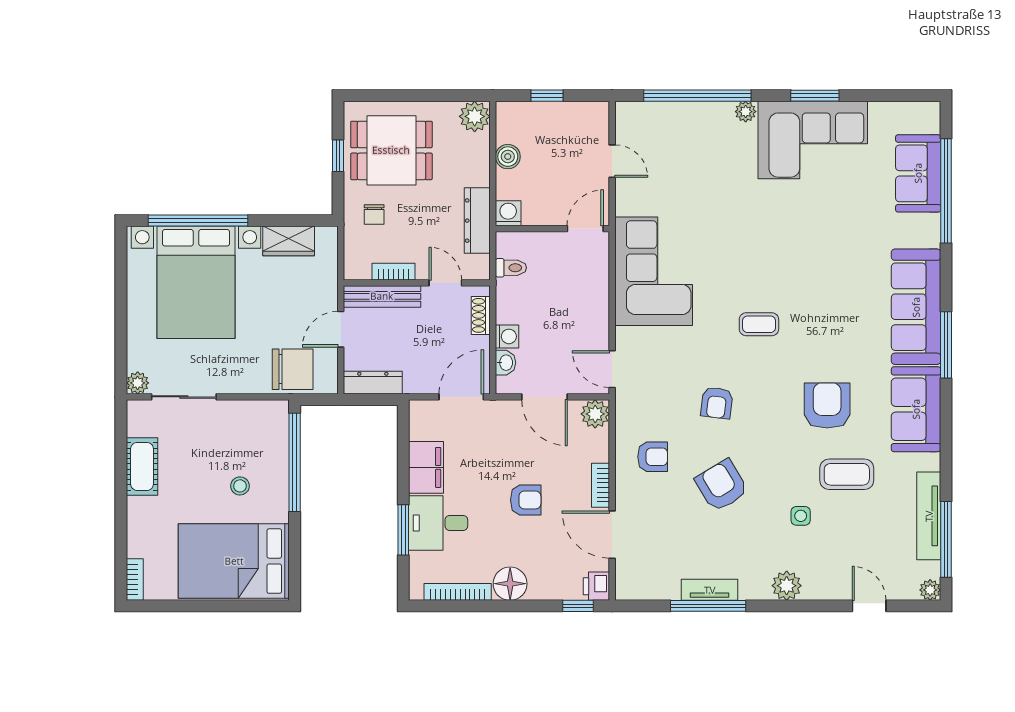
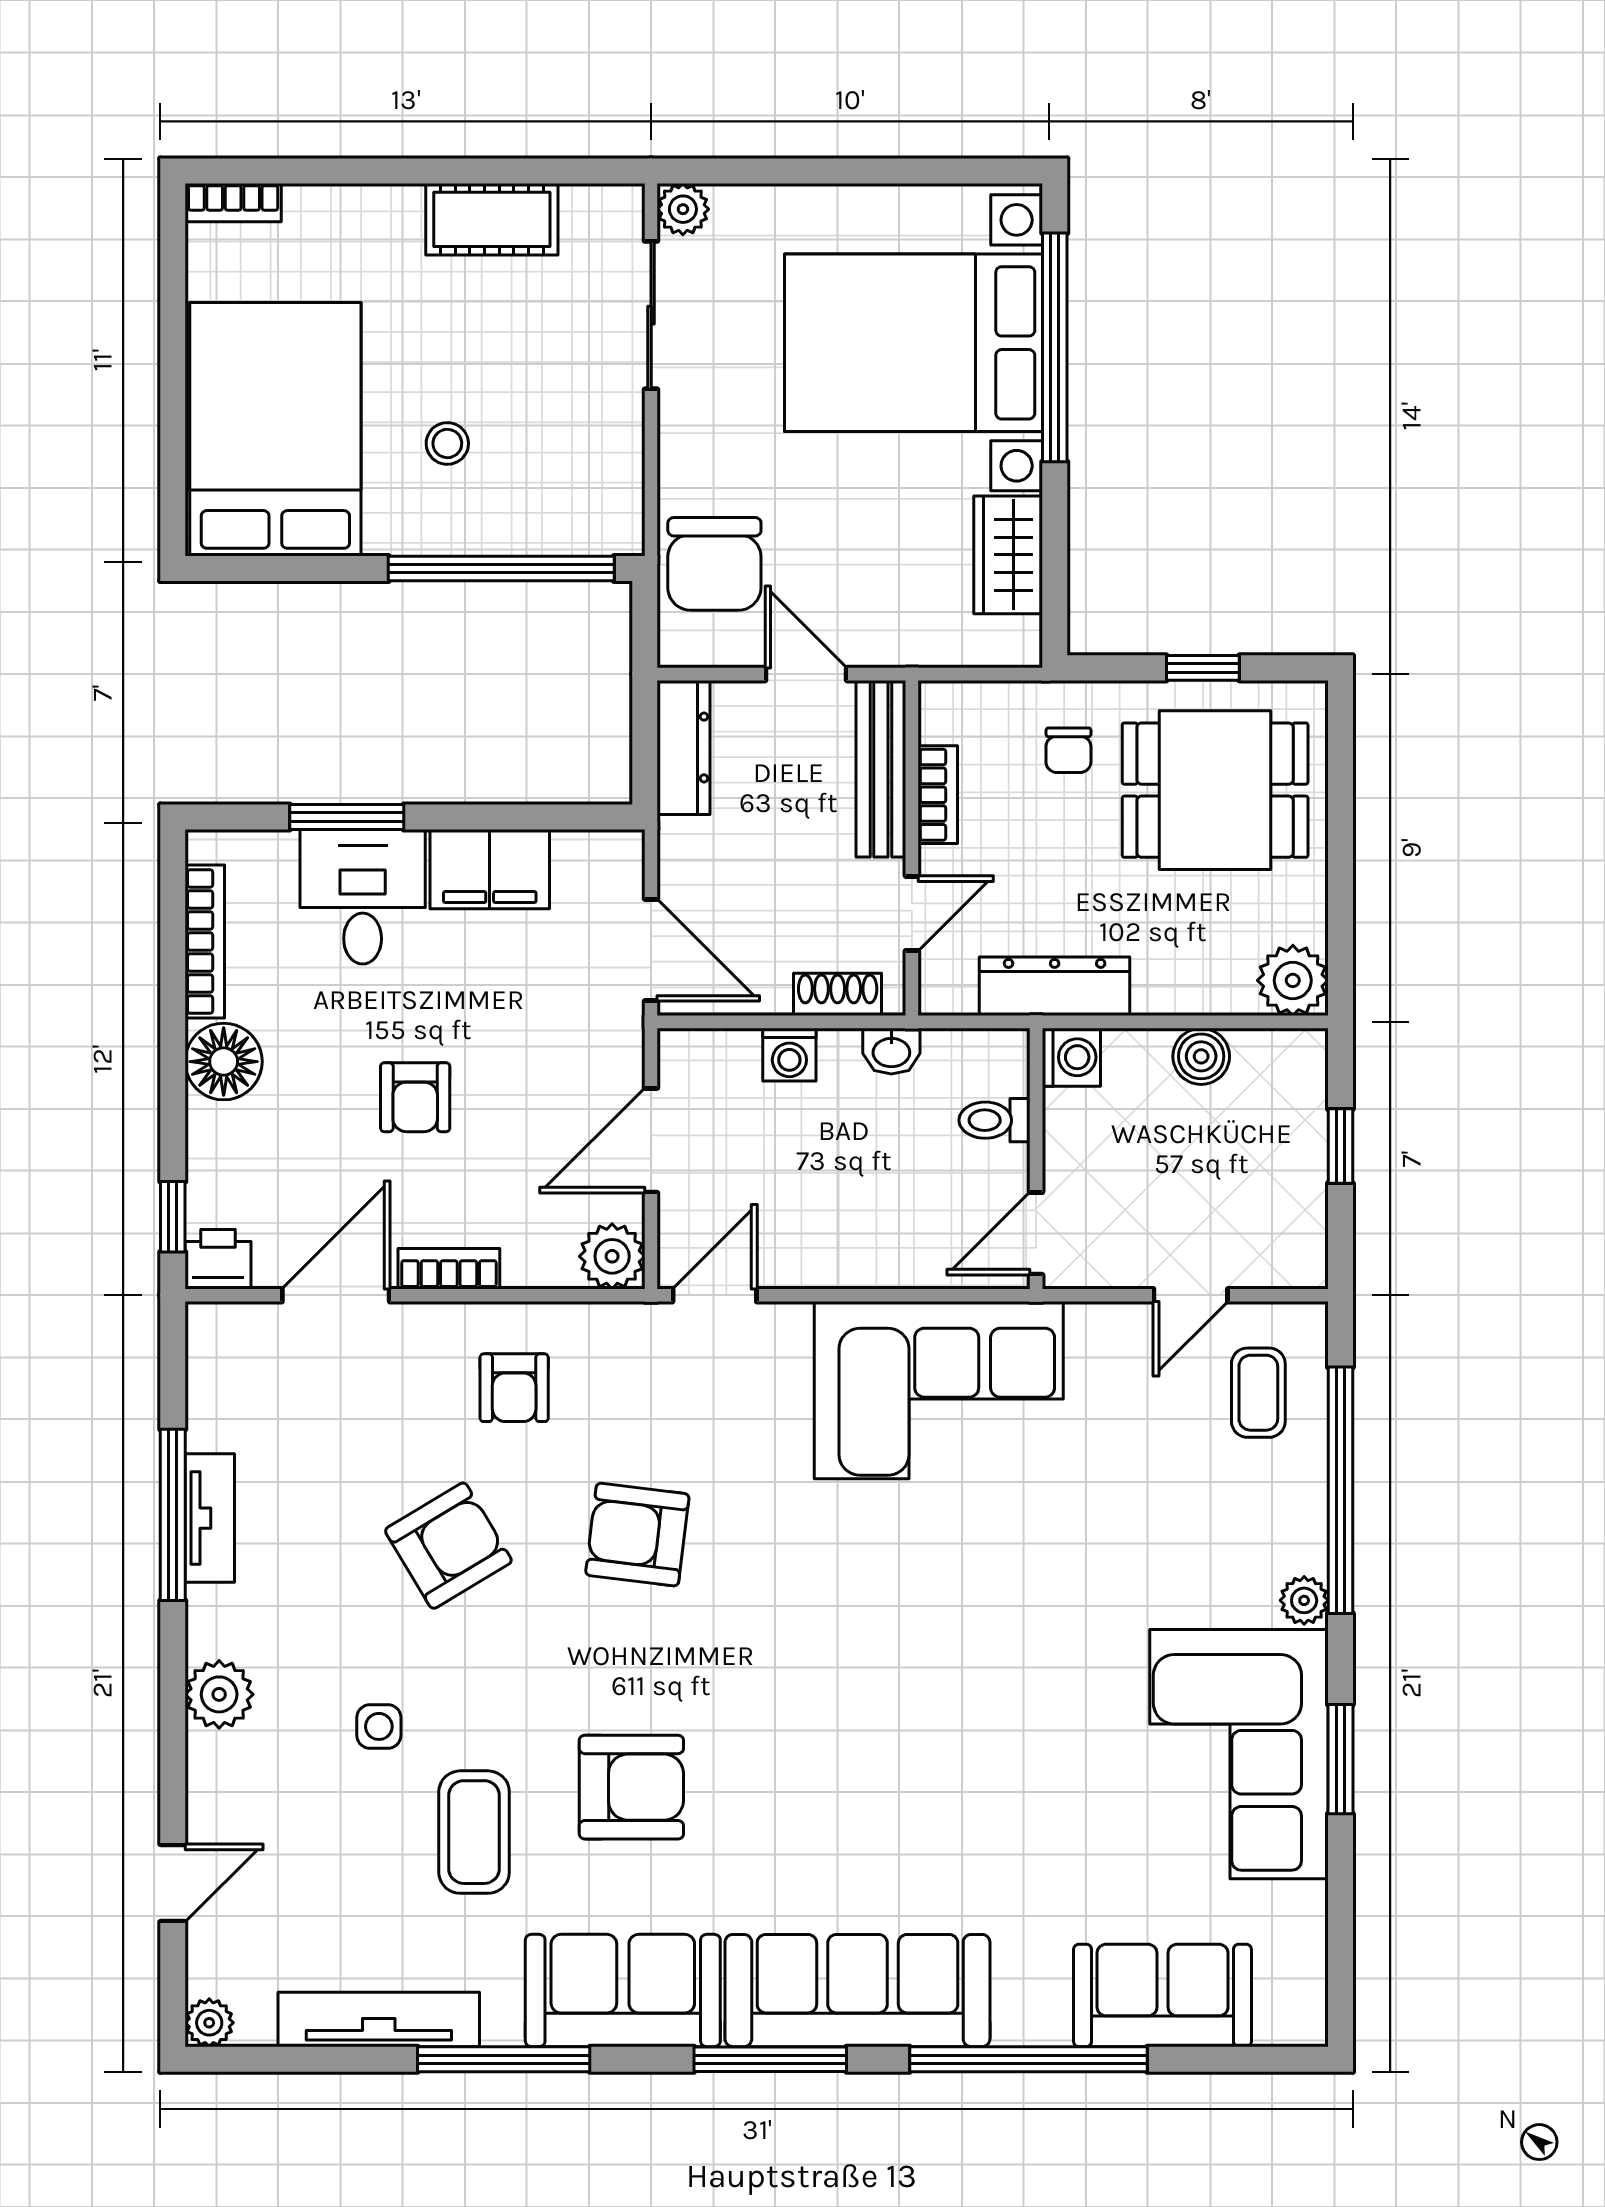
dining table: (391, 150) -> (1215, 790), turned 90
window: (946, 191) -> (1028, 2059), moved
chair: (374, 215) -> (1068, 750), turned -90
door: (585, 229) -> (1036, 1233), swing flipped
toilet: (511, 268) -> (995, 1120), moved, turned 90
coffee table: (759, 324) -> (1258, 1393), moved
washbasin: (506, 363) -> (891, 1051), moved
armchair: (717, 403) -> (637, 1535), width x1.38, depth x1.38
window: (946, 539) -> (504, 2059), moved

